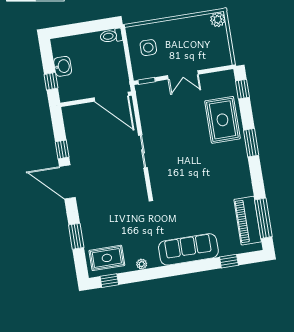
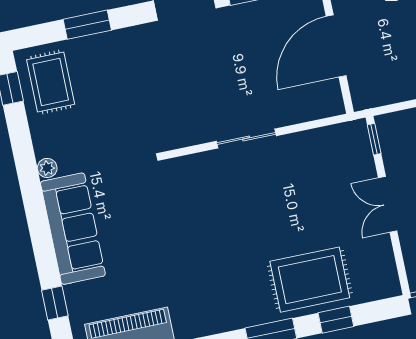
window: (242, 89) -> (336, 320), moved
door: (111, 97) -> (336, 46), moved
plant: (142, 264) -> (47, 168), moved

